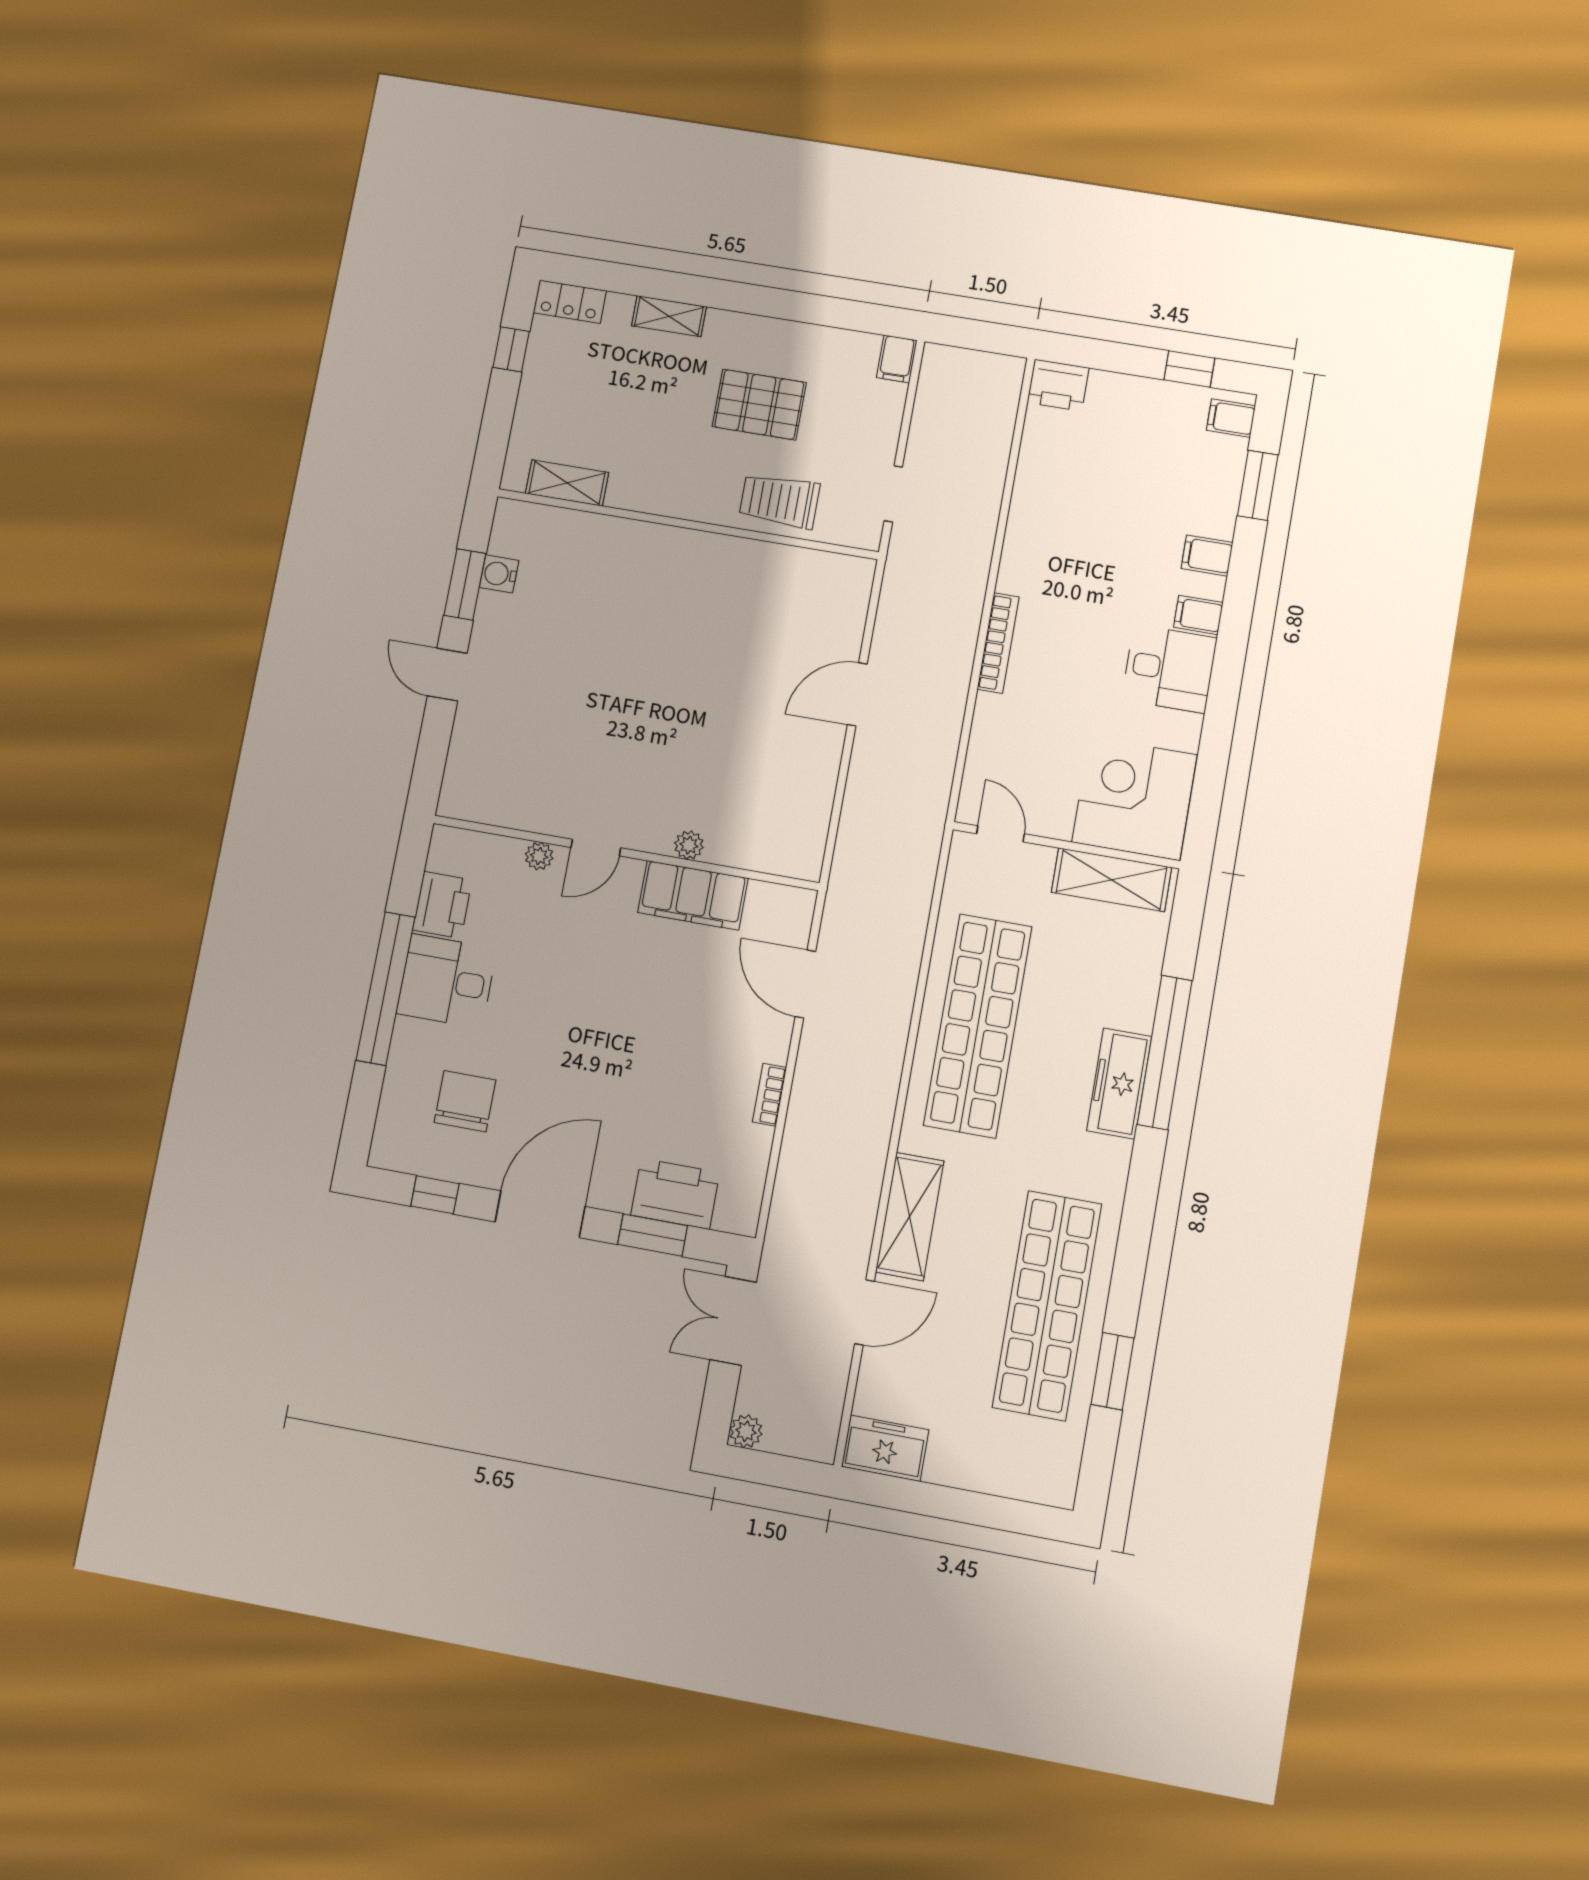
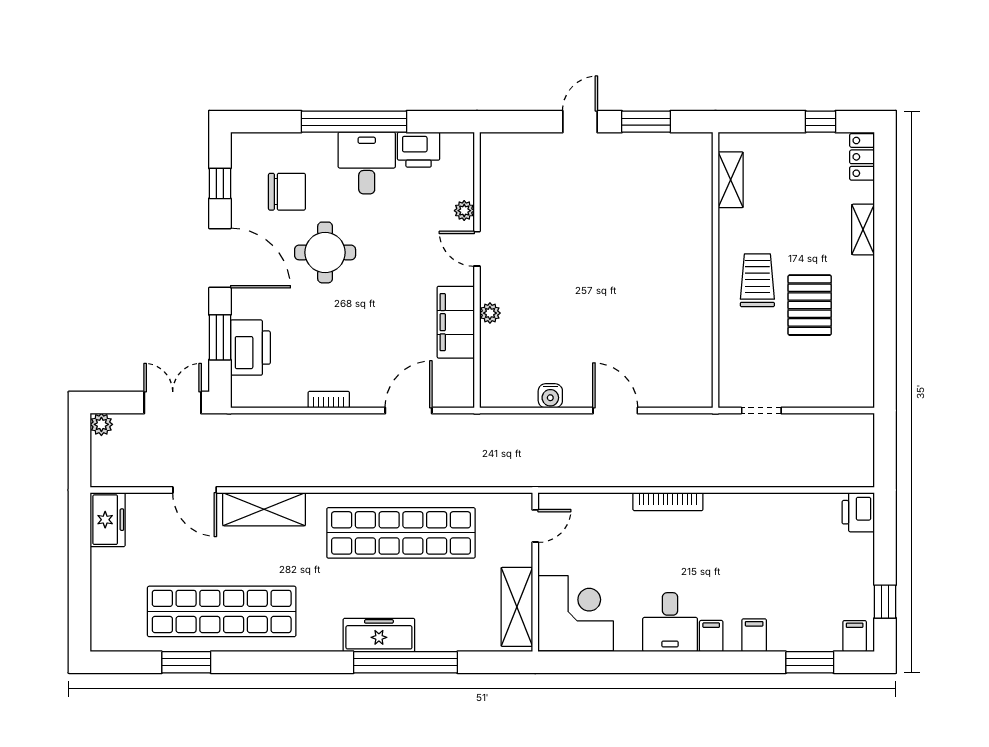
filing cabinet: (897, 359) -> (859, 396), removed
trolley: (779, 501) -> (757, 280), moved
water cooler: (499, 574) -> (550, 396), moved, turned 180
round table: (561, 1063) -> (325, 252), added

